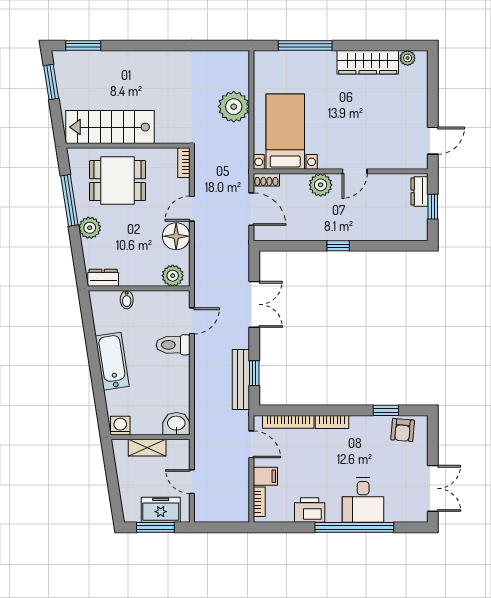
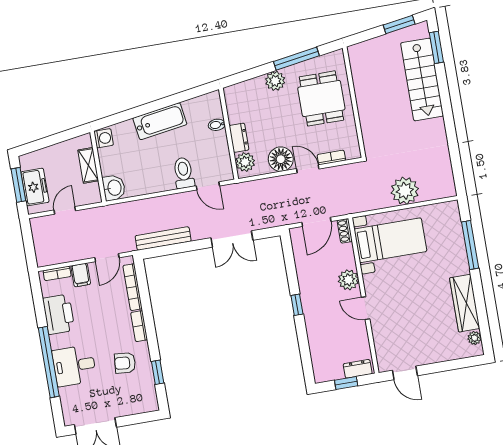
stairs: (110, 127) -> (422, 79), moved, turned 180
bookcase: (184, 163) -> (331, 157), moved
dresser: (103, 278) -> (239, 138), moved
window: (254, 373) -> (171, 249), removed
armchair: (403, 430) -> (125, 363), moved
printer: (310, 510) -> (59, 314), width x1.37, depth x1.19

